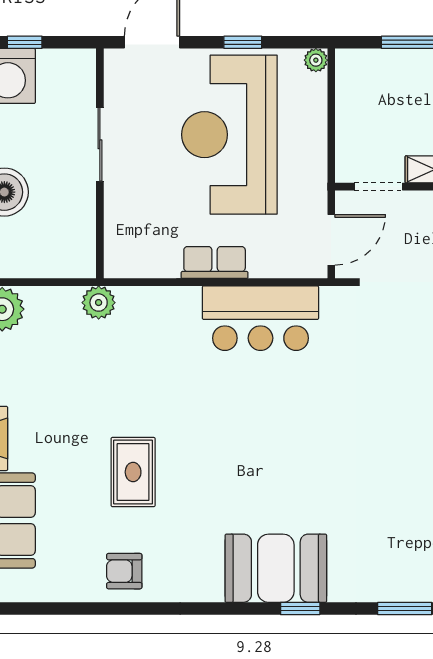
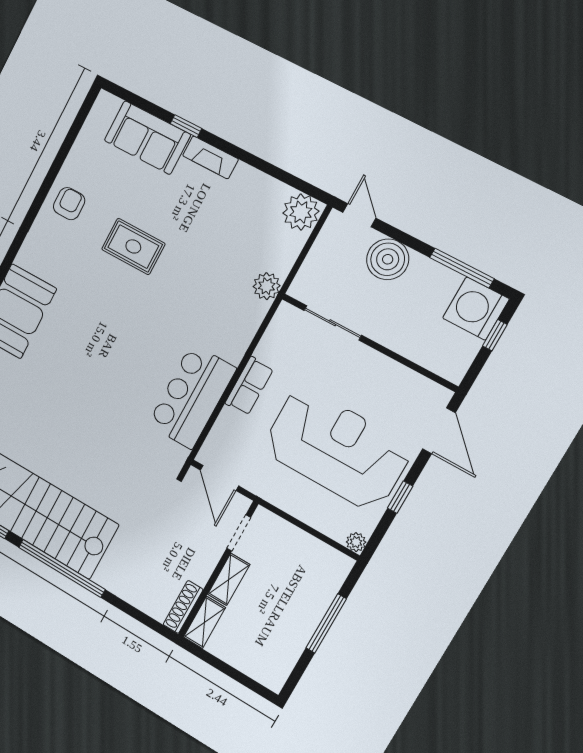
sliding door: (100, 144) -> (333, 323), moved

